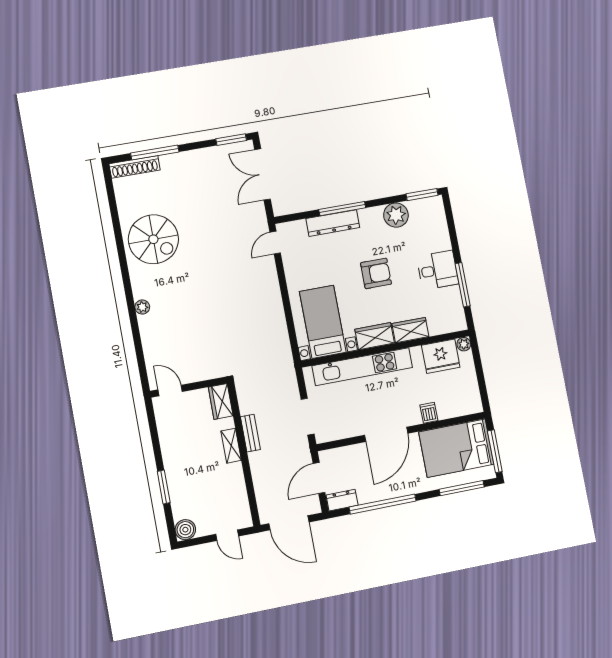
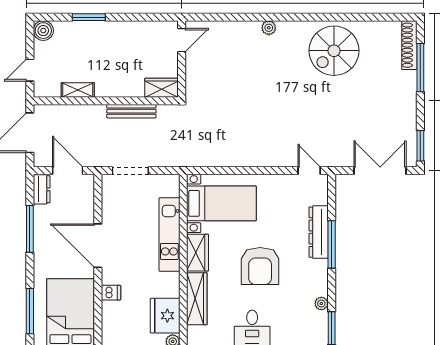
plant: (396, 215) -> (321, 303), width x0.53, depth x0.53
armchair: (376, 273) -> (260, 266), width x1.36, depth x1.36
wardrobe: (411, 330) -> (197, 299), width x1.50
kitchen unit: (362, 367) -> (169, 235), width x0.73
bench: (250, 433) -> (131, 111), width x1.36
shelving: (231, 446) -> (78, 90), moved
window: (383, 504) -> (30, 229), width x0.68

